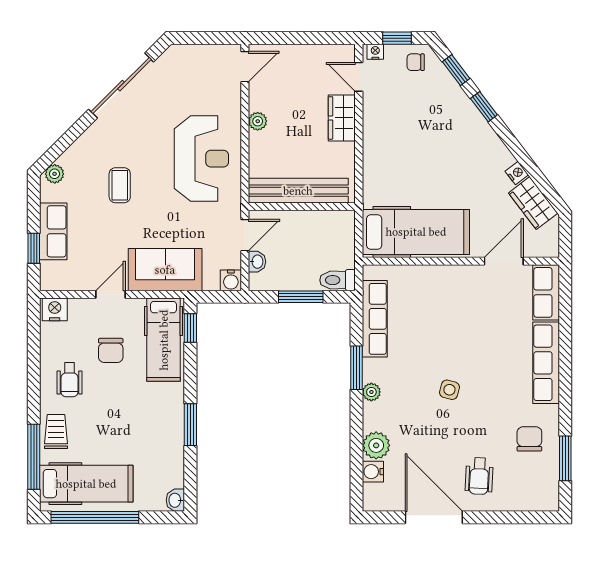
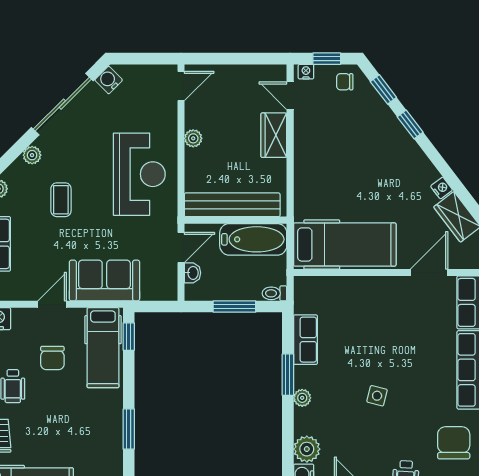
plant: (90, 139) -> (32, 155), added
bathtub: (320, 227) -> (253, 239), added
water cooler: (231, 280) -> (109, 80), moved, turned 135
toilet: (338, 280) -> (274, 293), width x0.73, depth x0.72
row of seats: (375, 319) -> (305, 340), width x0.68
chair: (529, 439) -> (454, 443), width x1.37, depth x1.37

